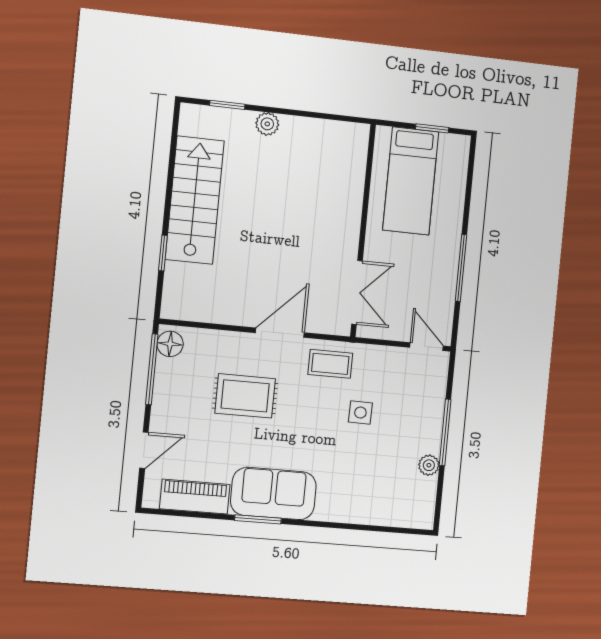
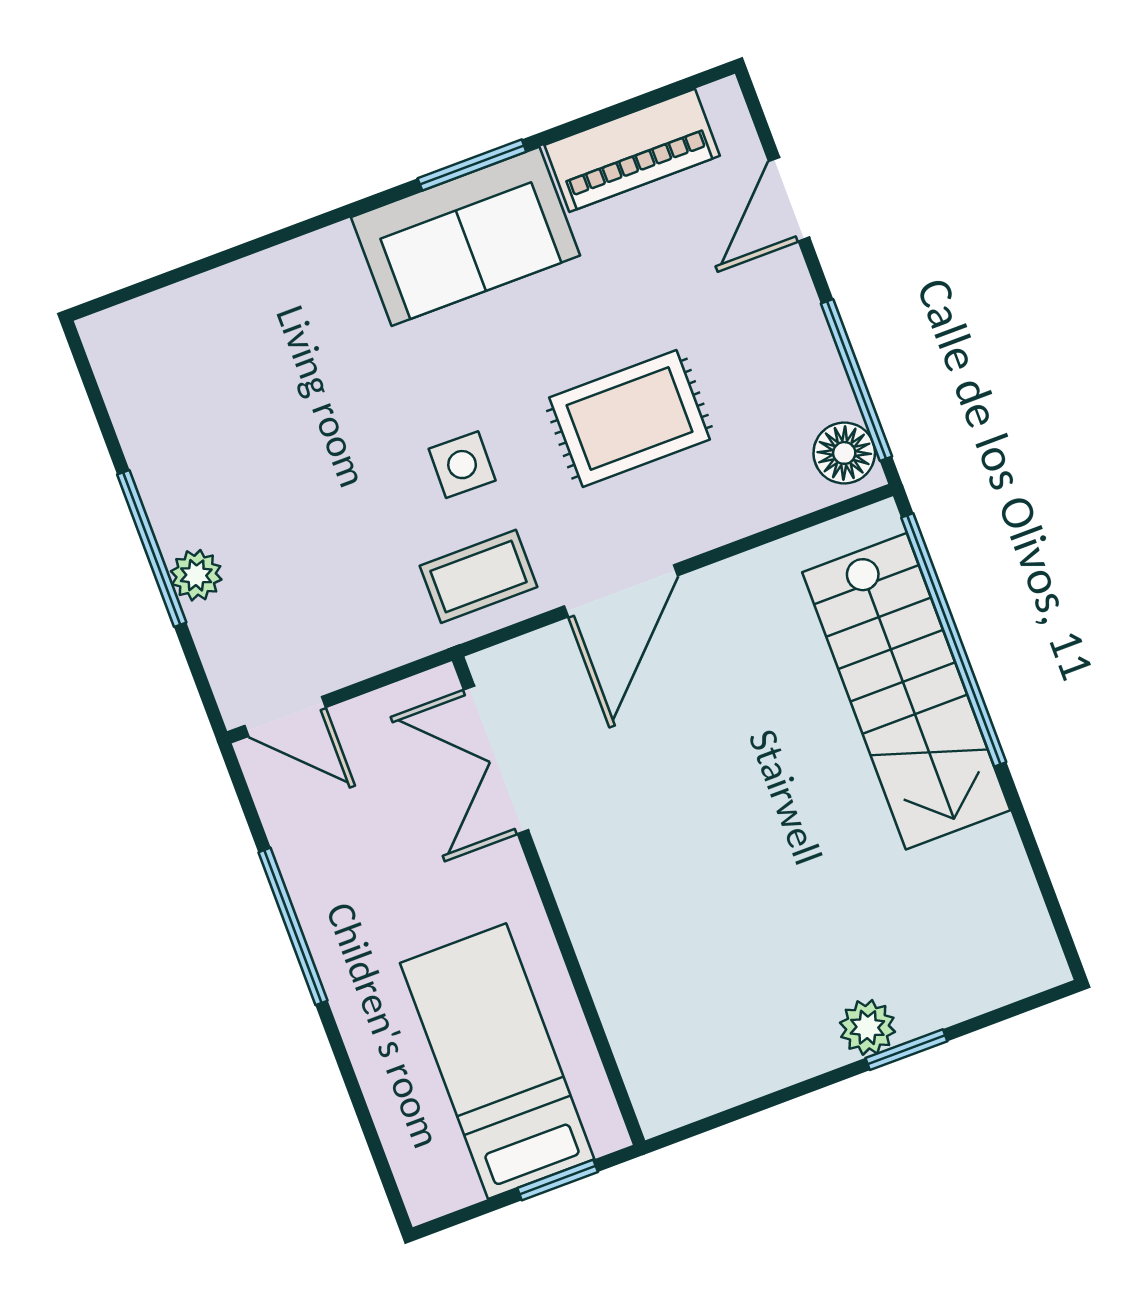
window: (227, 105) -> (906, 1050), moved
window: (432, 128) -> (558, 1180), moved
stairs: (195, 200) -> (906, 691), moved
window: (163, 253) -> (954, 640), width x3.17
side table: (360, 413) -> (462, 465), moved
plant: (429, 465) -> (196, 575), moved

